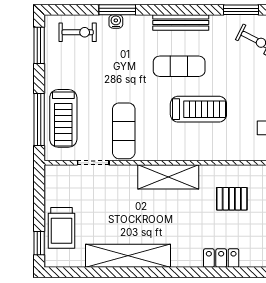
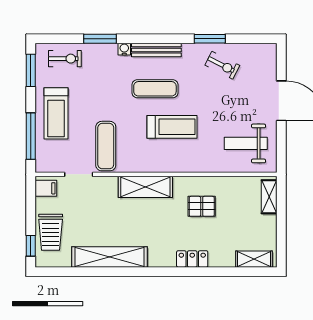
water cooler: (116, 21) -> (124, 49), moved
treadmill: (63, 118) -> (56, 113), moved
filing cabinet: (56, 178) -> (46, 188), added

